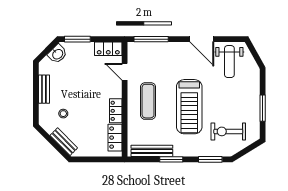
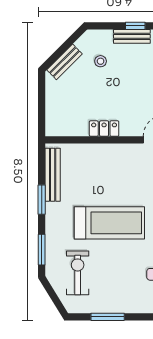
window: (36, 86) -> (135, 26), added
exercise mat: (148, 101) -> (117, 170), removed
treadmill: (189, 107) -> (109, 223), turned 180
locker: (115, 138) -> (70, 128), removed

